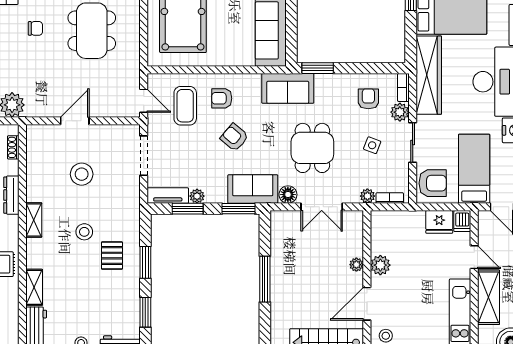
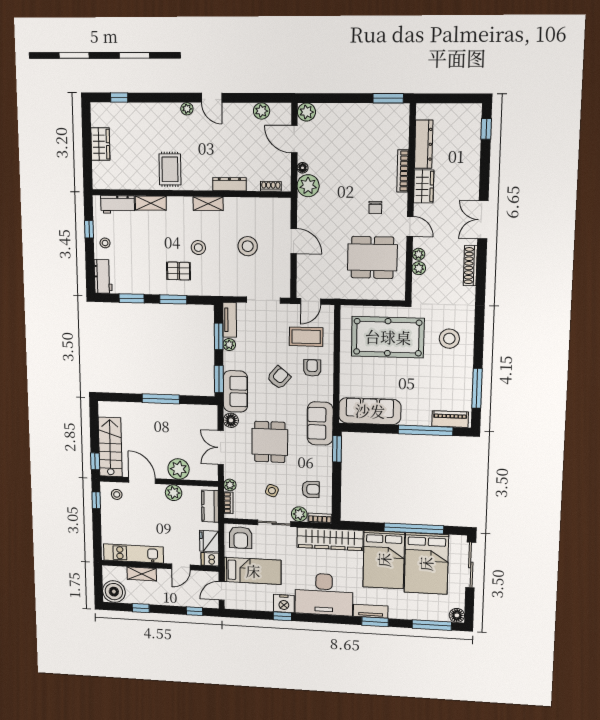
dining table: (312, 148) -> (270, 442), turned 90
kitchen counter: (395, 220) -> (210, 506), added
plant: (356, 265) -> (179, 469), width x1.88, depth x1.88
shelving: (488, 297) -> (142, 574), width x0.67, depth x0.75

